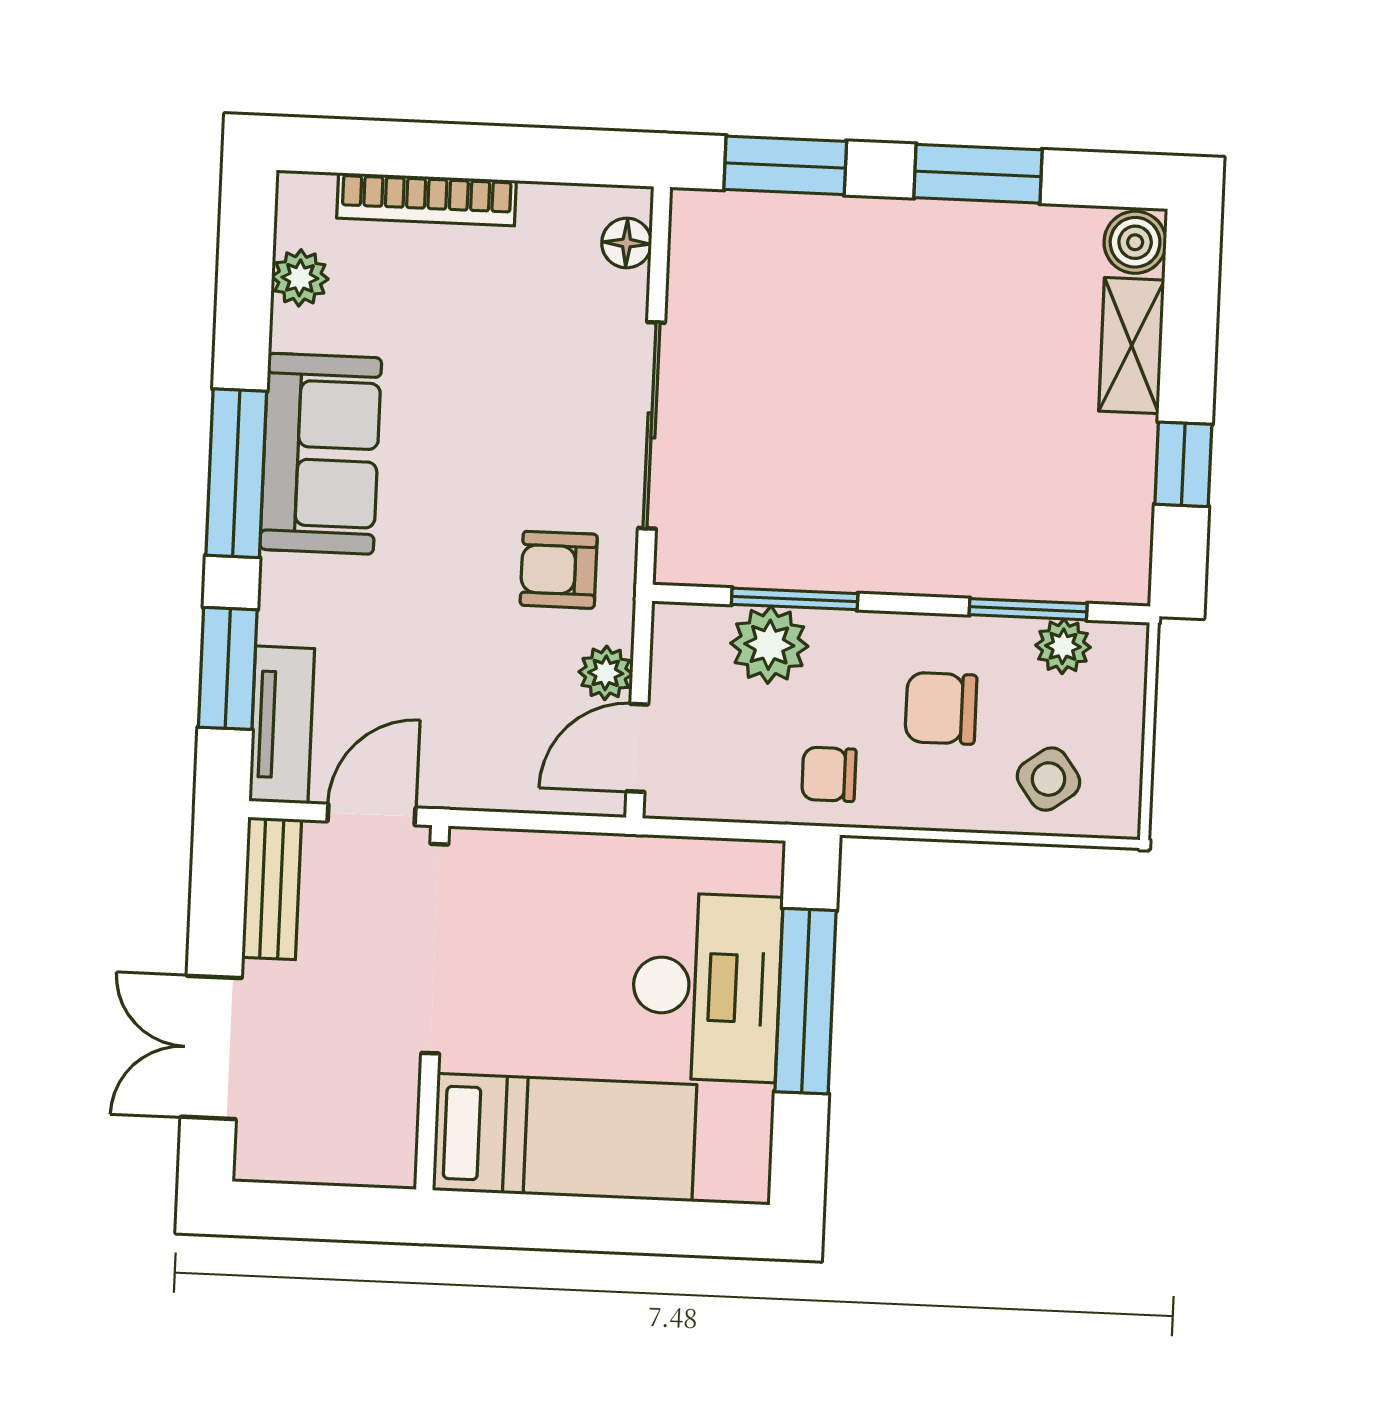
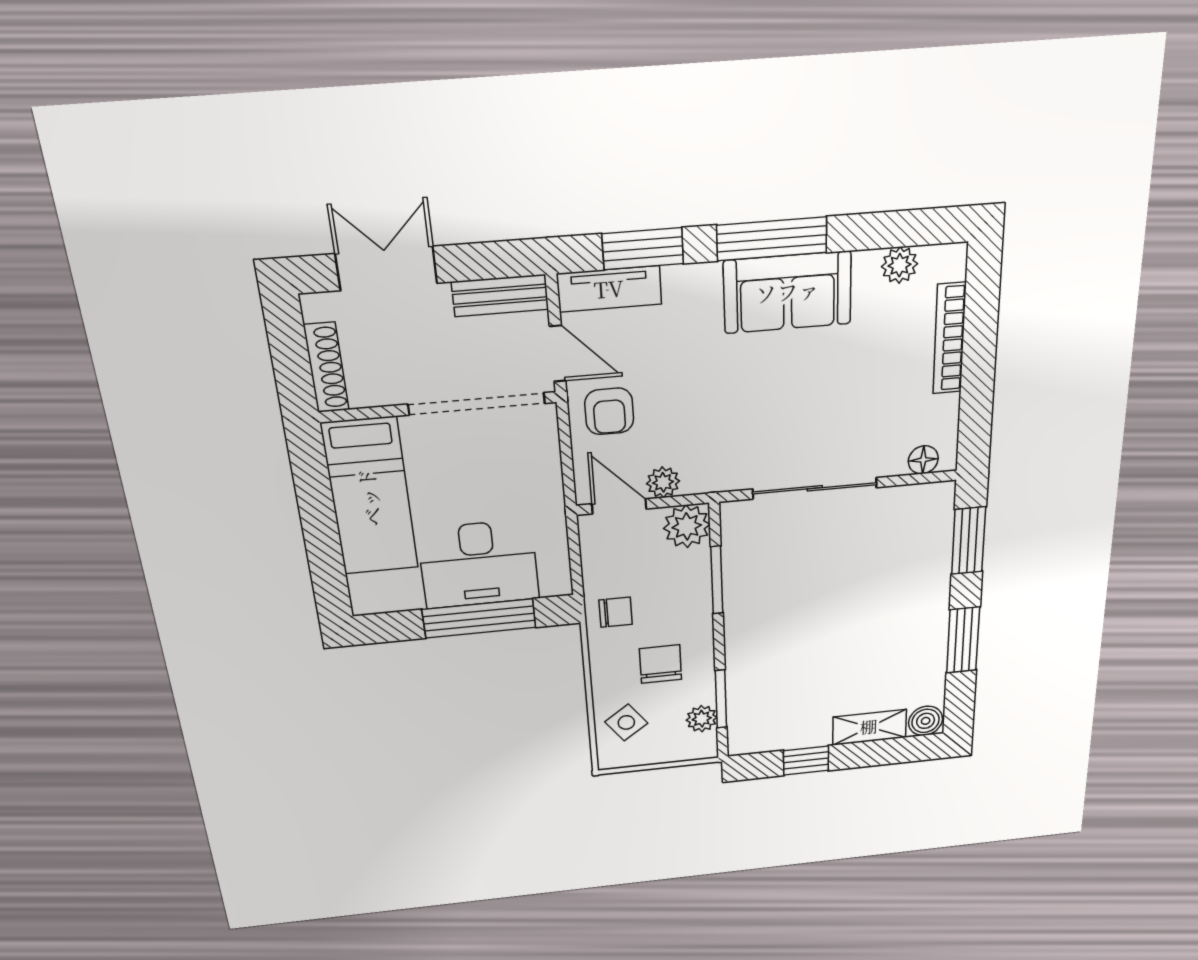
armchair: (559, 570) -> (609, 411), moved, turned 180
plant: (769, 645) -> (687, 526), moved
chair: (829, 774) -> (616, 612), turned 90
shoe rack: (348, 1163) -> (326, 368), added

